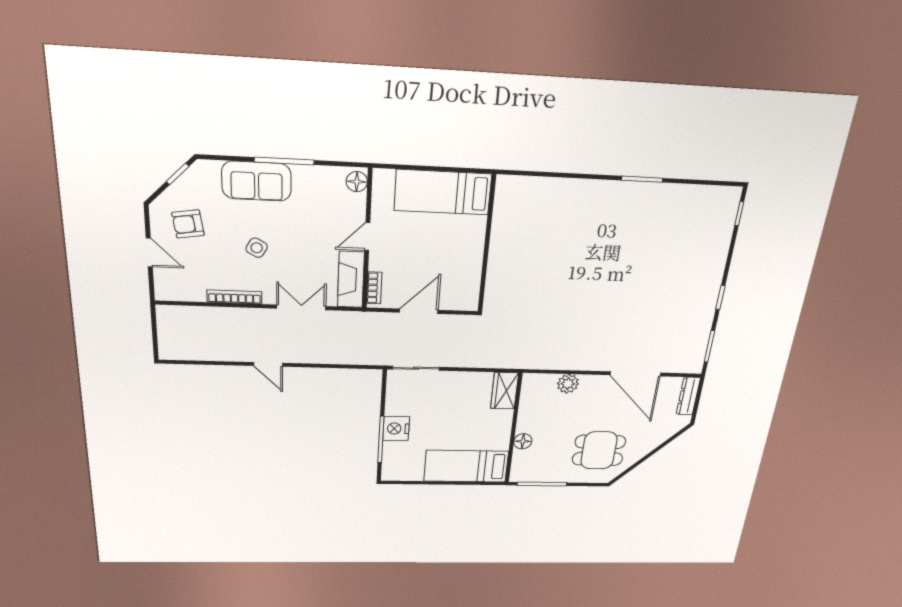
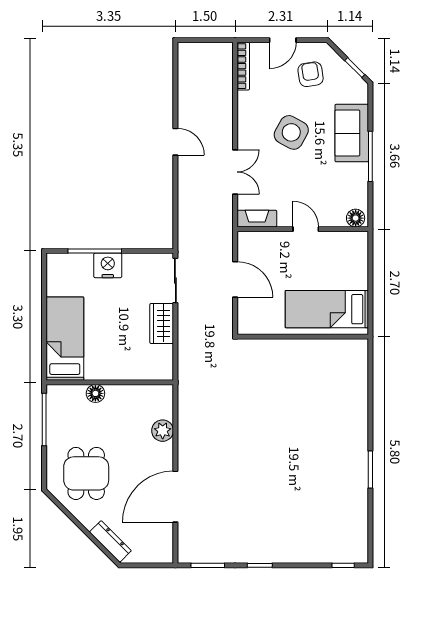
bed: (443, 192) -> (327, 309), moved, turned -90
side table: (257, 248) -> (291, 132), width x1.87, depth x1.87
fireplace: (351, 280) -> (257, 219), width x0.73, depth x0.76
bookcase: (374, 288) -> (257, 237), removed
bookcase: (235, 297) -> (243, 66), moved
door: (268, 364) -> (175, 142), swing flipped
wardrobe: (504, 391) -> (162, 323), moved, turned -90
dresser: (688, 396) -> (110, 541), moved, turned 45

